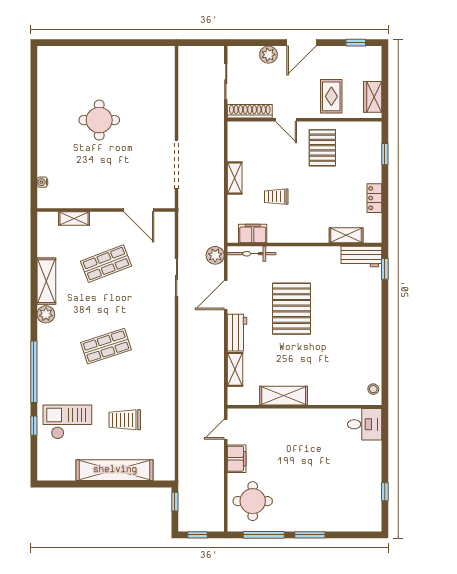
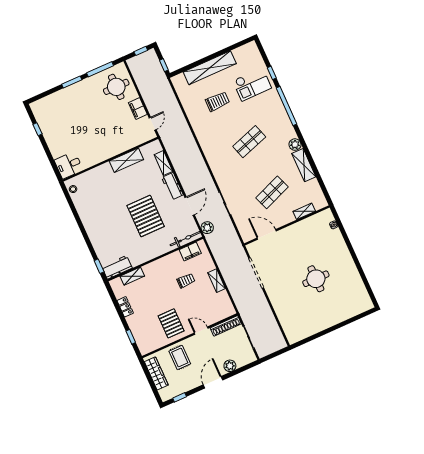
wardrobe: (373, 97) -> (156, 373), width x1.50

